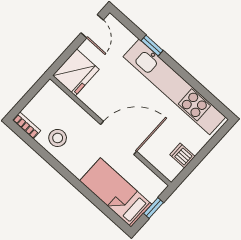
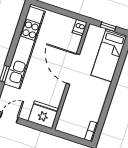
stool: (58, 138) -> (90, 108), removed
dishwasher: (182, 155) -> (80, 28), moved

